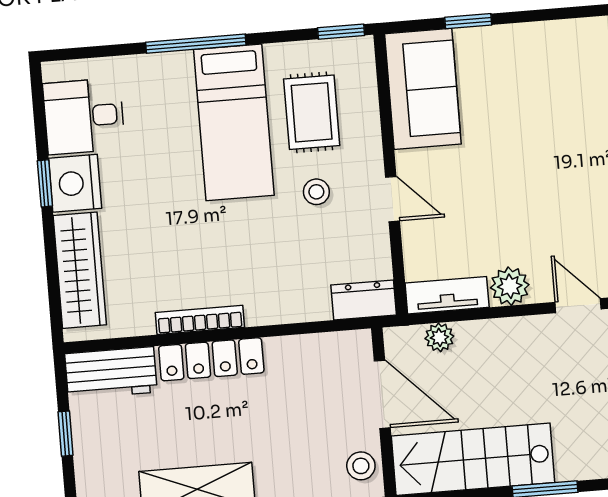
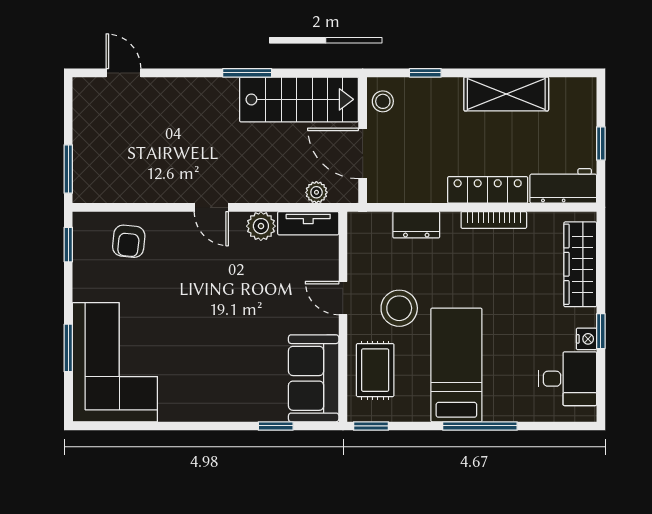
rug: (312, 112) -> (375, 370), moved
nightstand: (75, 183) -> (586, 339), width x0.53, depth x0.56
stool: (316, 192) -> (399, 308), width x1.89, depth x1.89
dresser: (364, 300) -> (416, 225), moved

